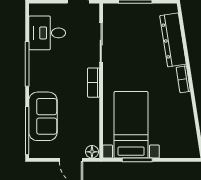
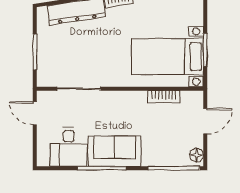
bookcase: (94, 83) -> (164, 97), moved
sofa: (43, 116) -> (115, 151), moved
floor lamp: (92, 152) -> (196, 155), moved

